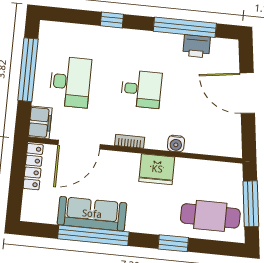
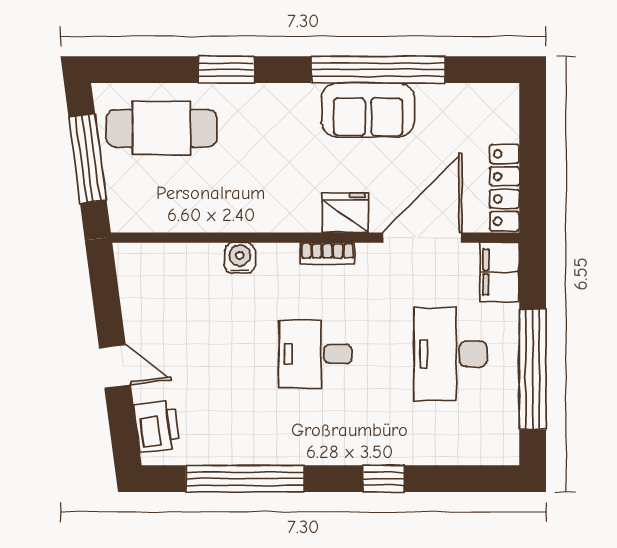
printer: (197, 46) -> (157, 426), moved, turned 82
door: (247, 93) -> (115, 366), width x0.53
fridge: (157, 169) -> (345, 213), moved, width x0.73, depth x0.75
sofa: (92, 214) -> (368, 110), width x0.73

